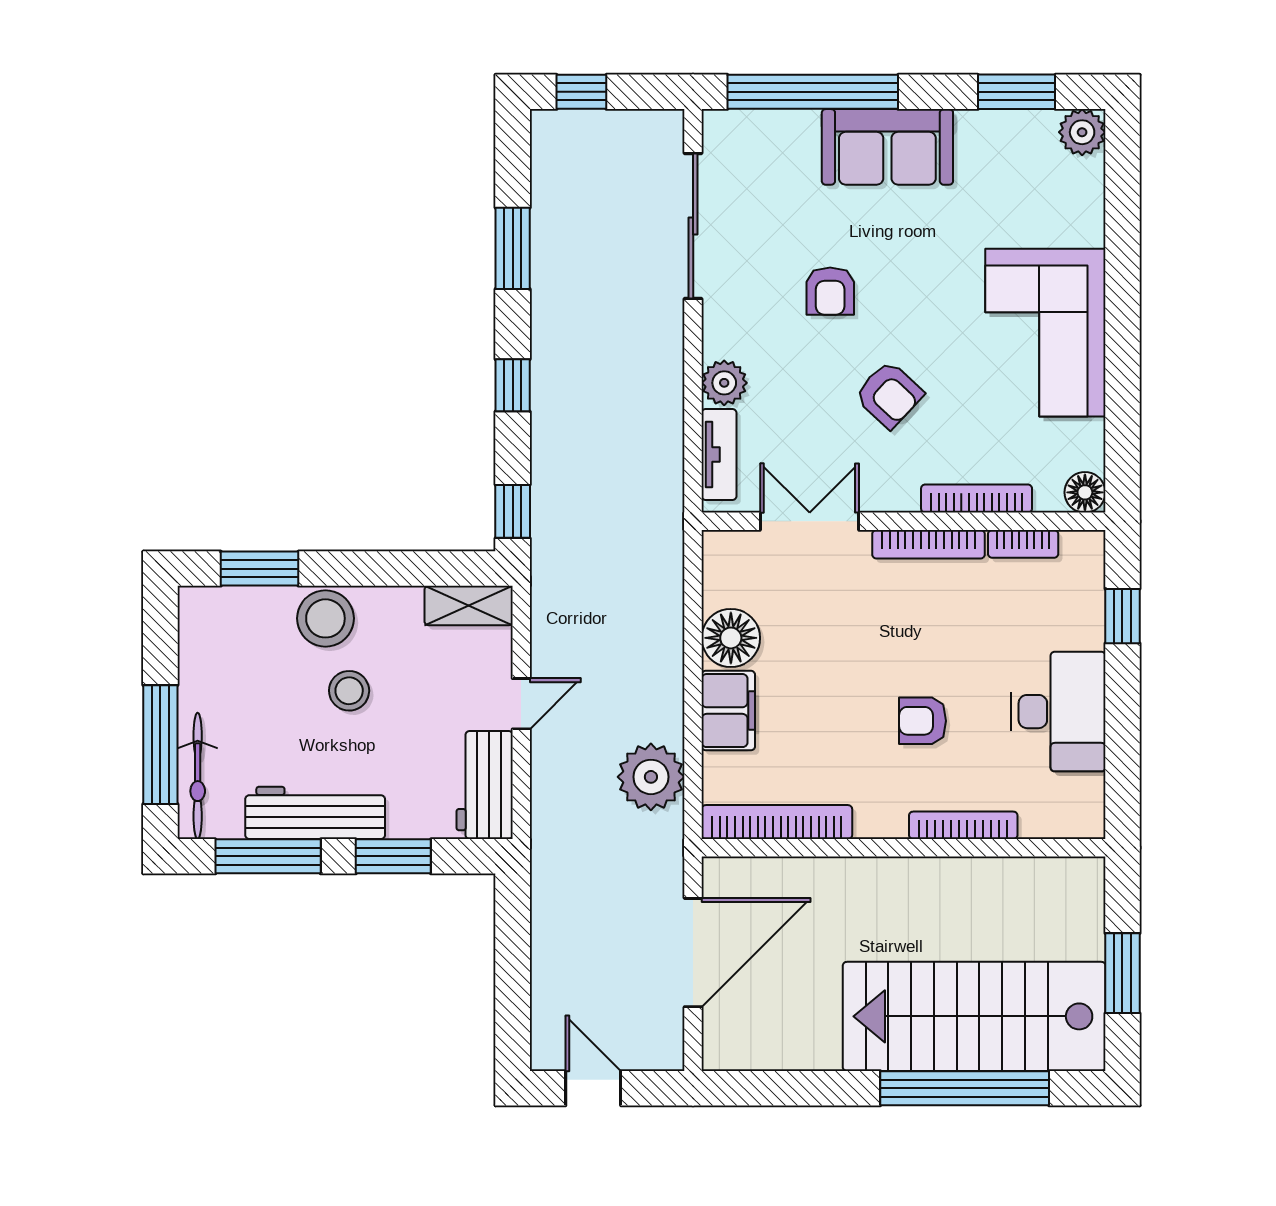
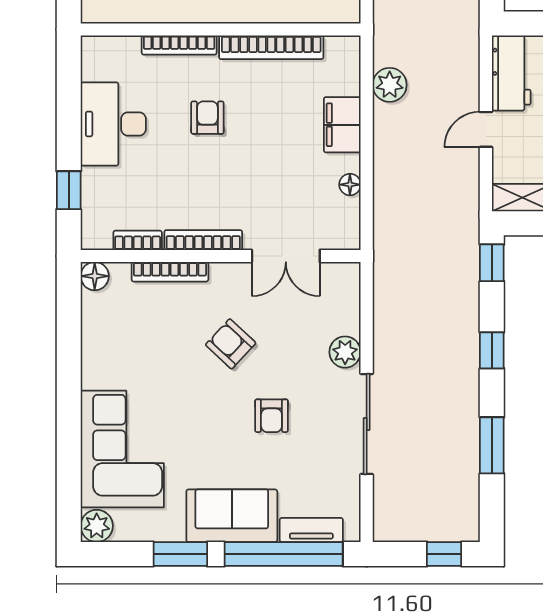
window: (1017, 92) -> (180, 554), moved
sliding door: (693, 226) -> (367, 424), moved
armchair: (830, 291) -> (271, 416), turned 180
corner sofa: (1045, 333) -> (122, 449), moved
tv unit: (719, 454) -> (311, 530), moved, turned 90
floor lamp: (731, 638) -> (350, 185), width x0.53, depth x0.53
armchair: (923, 721) -> (207, 118), turned -90
plant: (651, 777) -> (390, 85), width x0.73, depth x0.73
bookcase: (777, 822) -> (271, 47), moved

